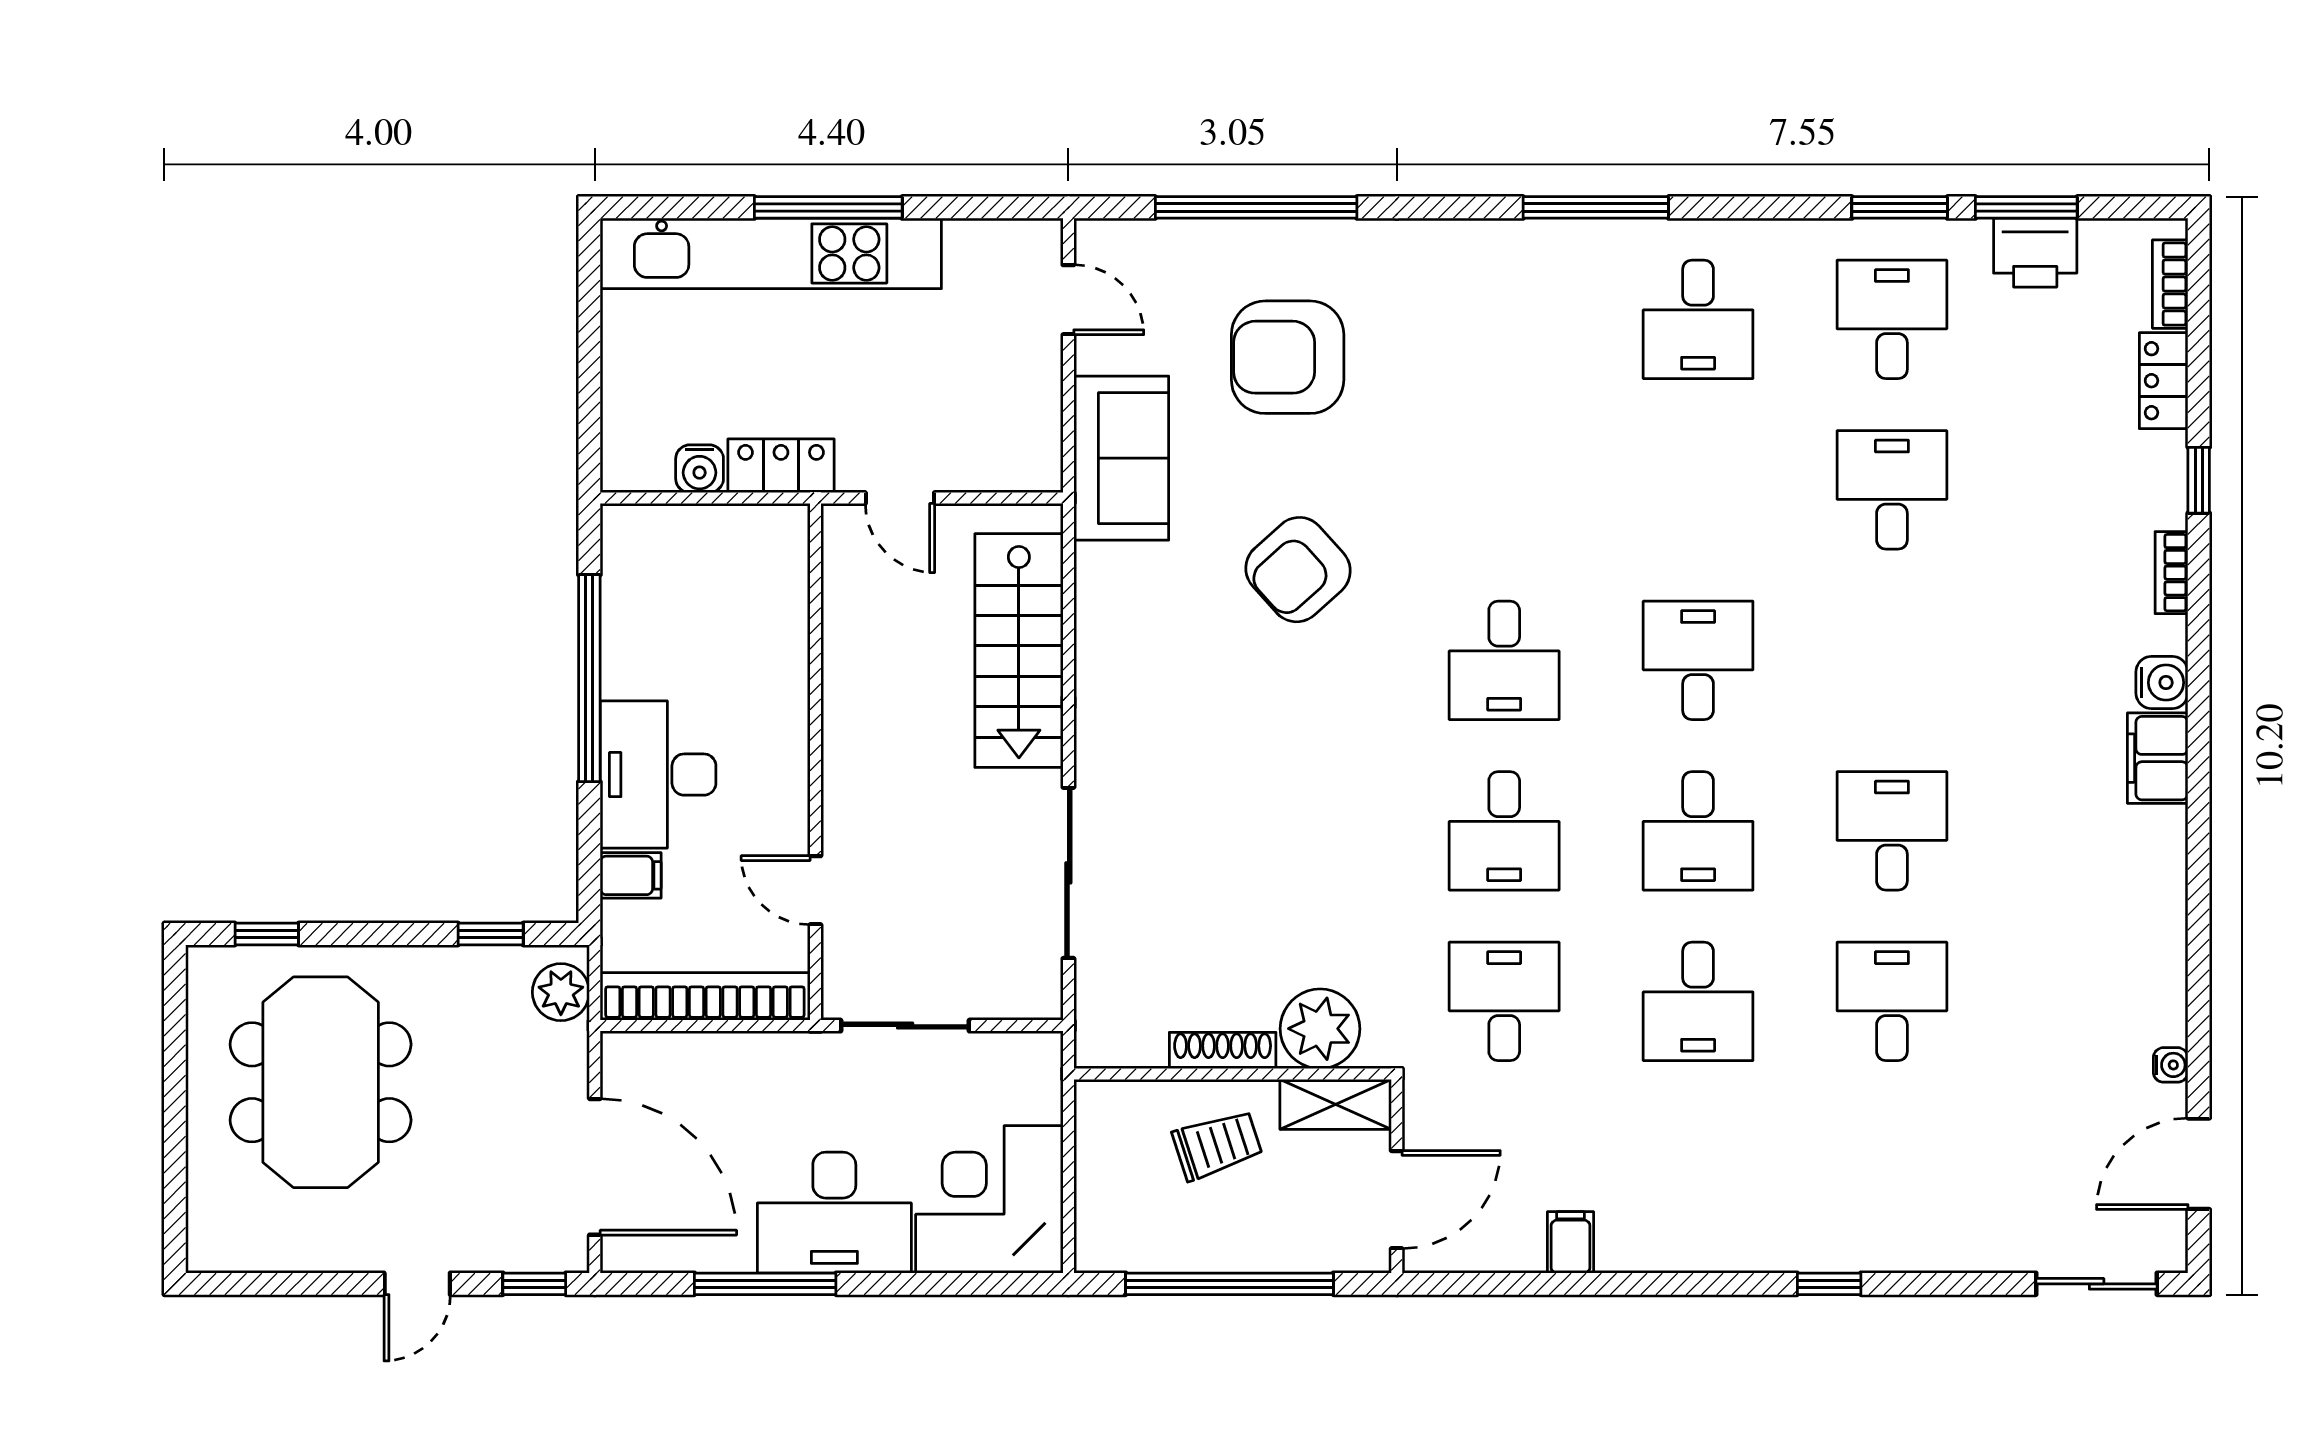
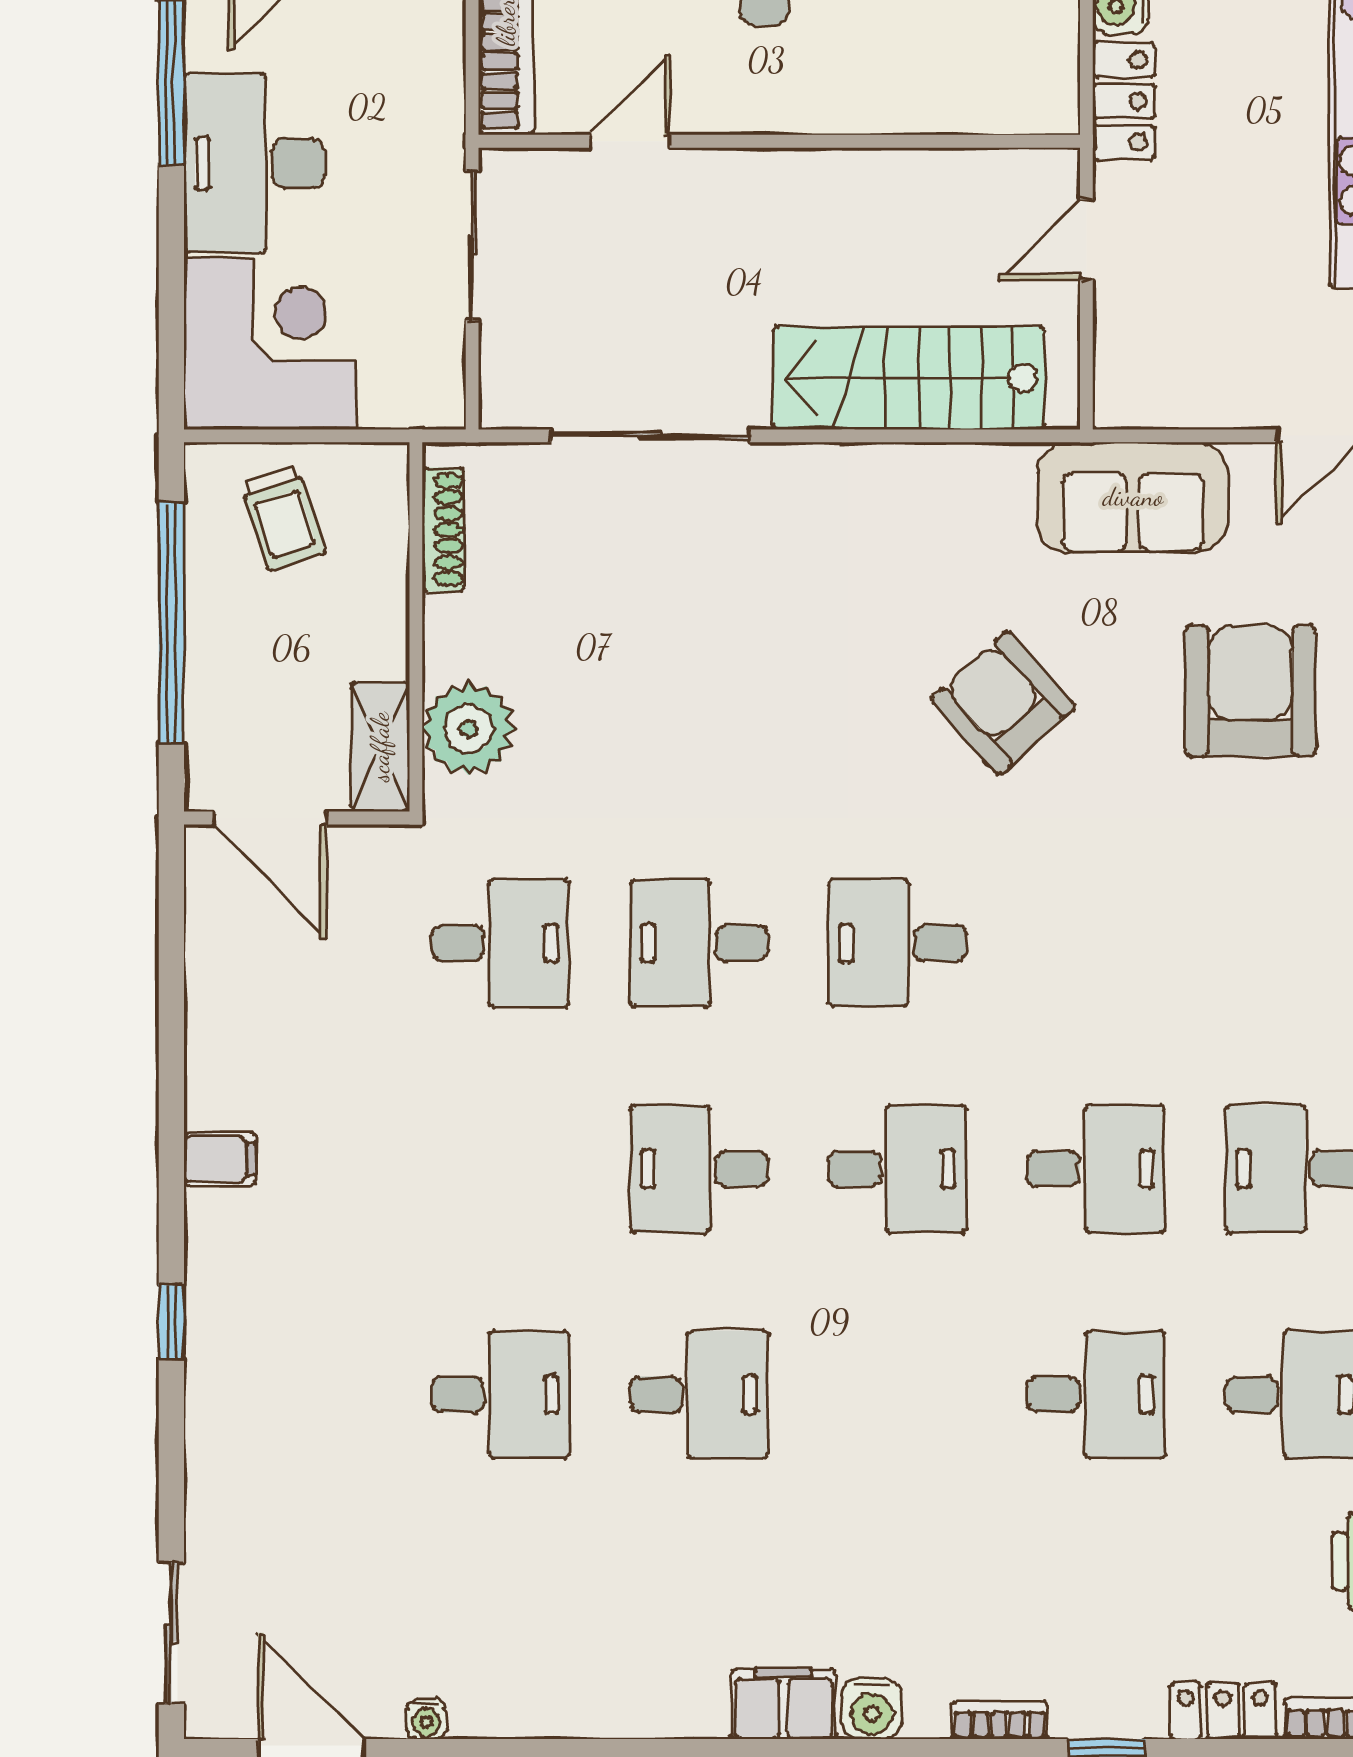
desk: (1698, 1001) -> (1096, 1169), moved, turned 180
shoe rack: (1223, 1050) -> (443, 530), moved
trolley: (1217, 1145) -> (283, 518), moved
filing cabinet: (1570, 1242) -> (220, 1159), moved

